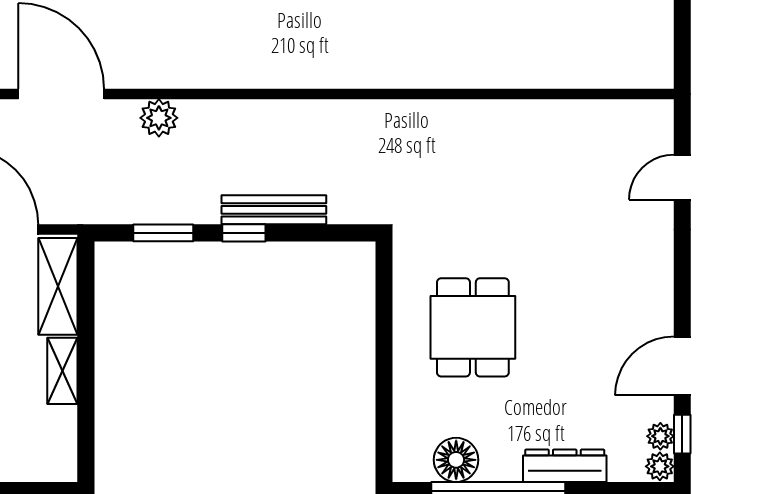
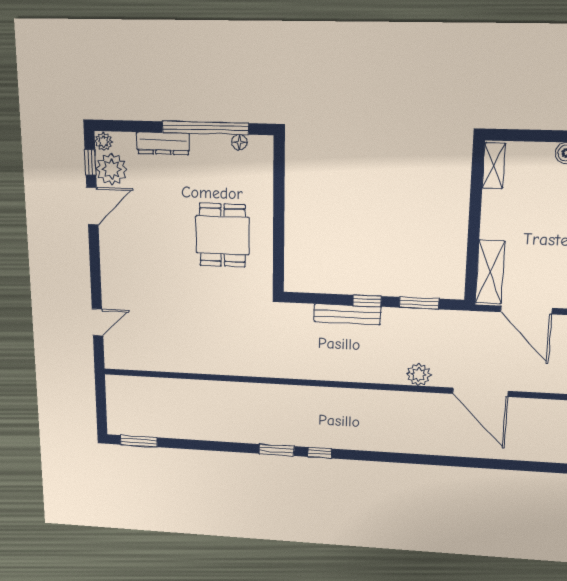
shelving: (62, 371) -> (494, 166), moved
plant: (660, 436) -> (111, 169), width x1.87, depth x1.87
floor lamp: (456, 460) -> (239, 142), width x0.53, depth x0.53

